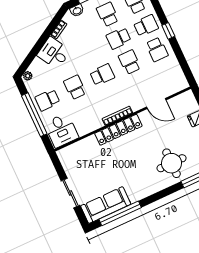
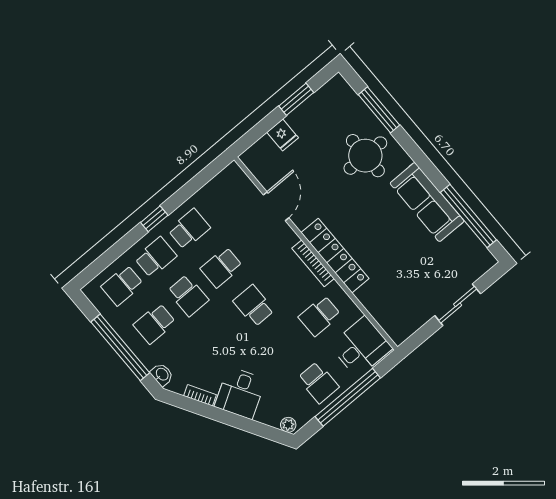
school desk: (146, 26) -> (156, 257), turned 90
school desk: (75, 87) -> (320, 316), moved
sofa: (106, 205) -> (427, 202), moved

